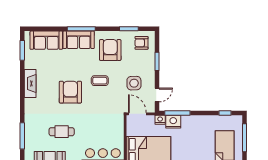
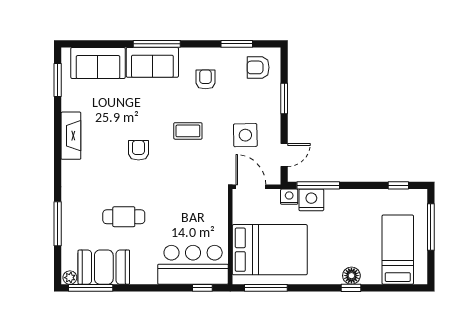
armchair: (110, 50) -> (205, 79), width x0.53, depth x0.53
armchair: (70, 92) -> (138, 150), width x0.53, depth x0.53

